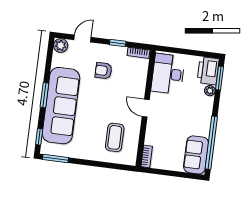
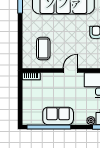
coffee table: (115, 137) -> (43, 49), turned 90
sofa: (196, 155) -> (58, 116), moved

